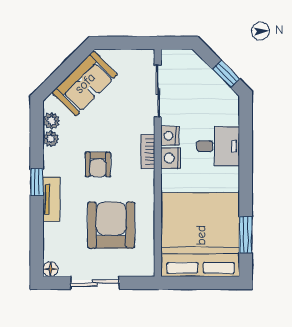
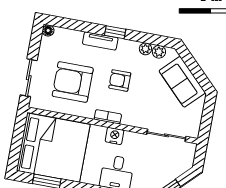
nightstand: (170, 136) -> (131, 138), removed
bookcase: (148, 152) -> (108, 117), moved
armchair: (111, 225) -> (73, 82), turned 180
sliding door: (95, 283) -> (29, 78), moved

